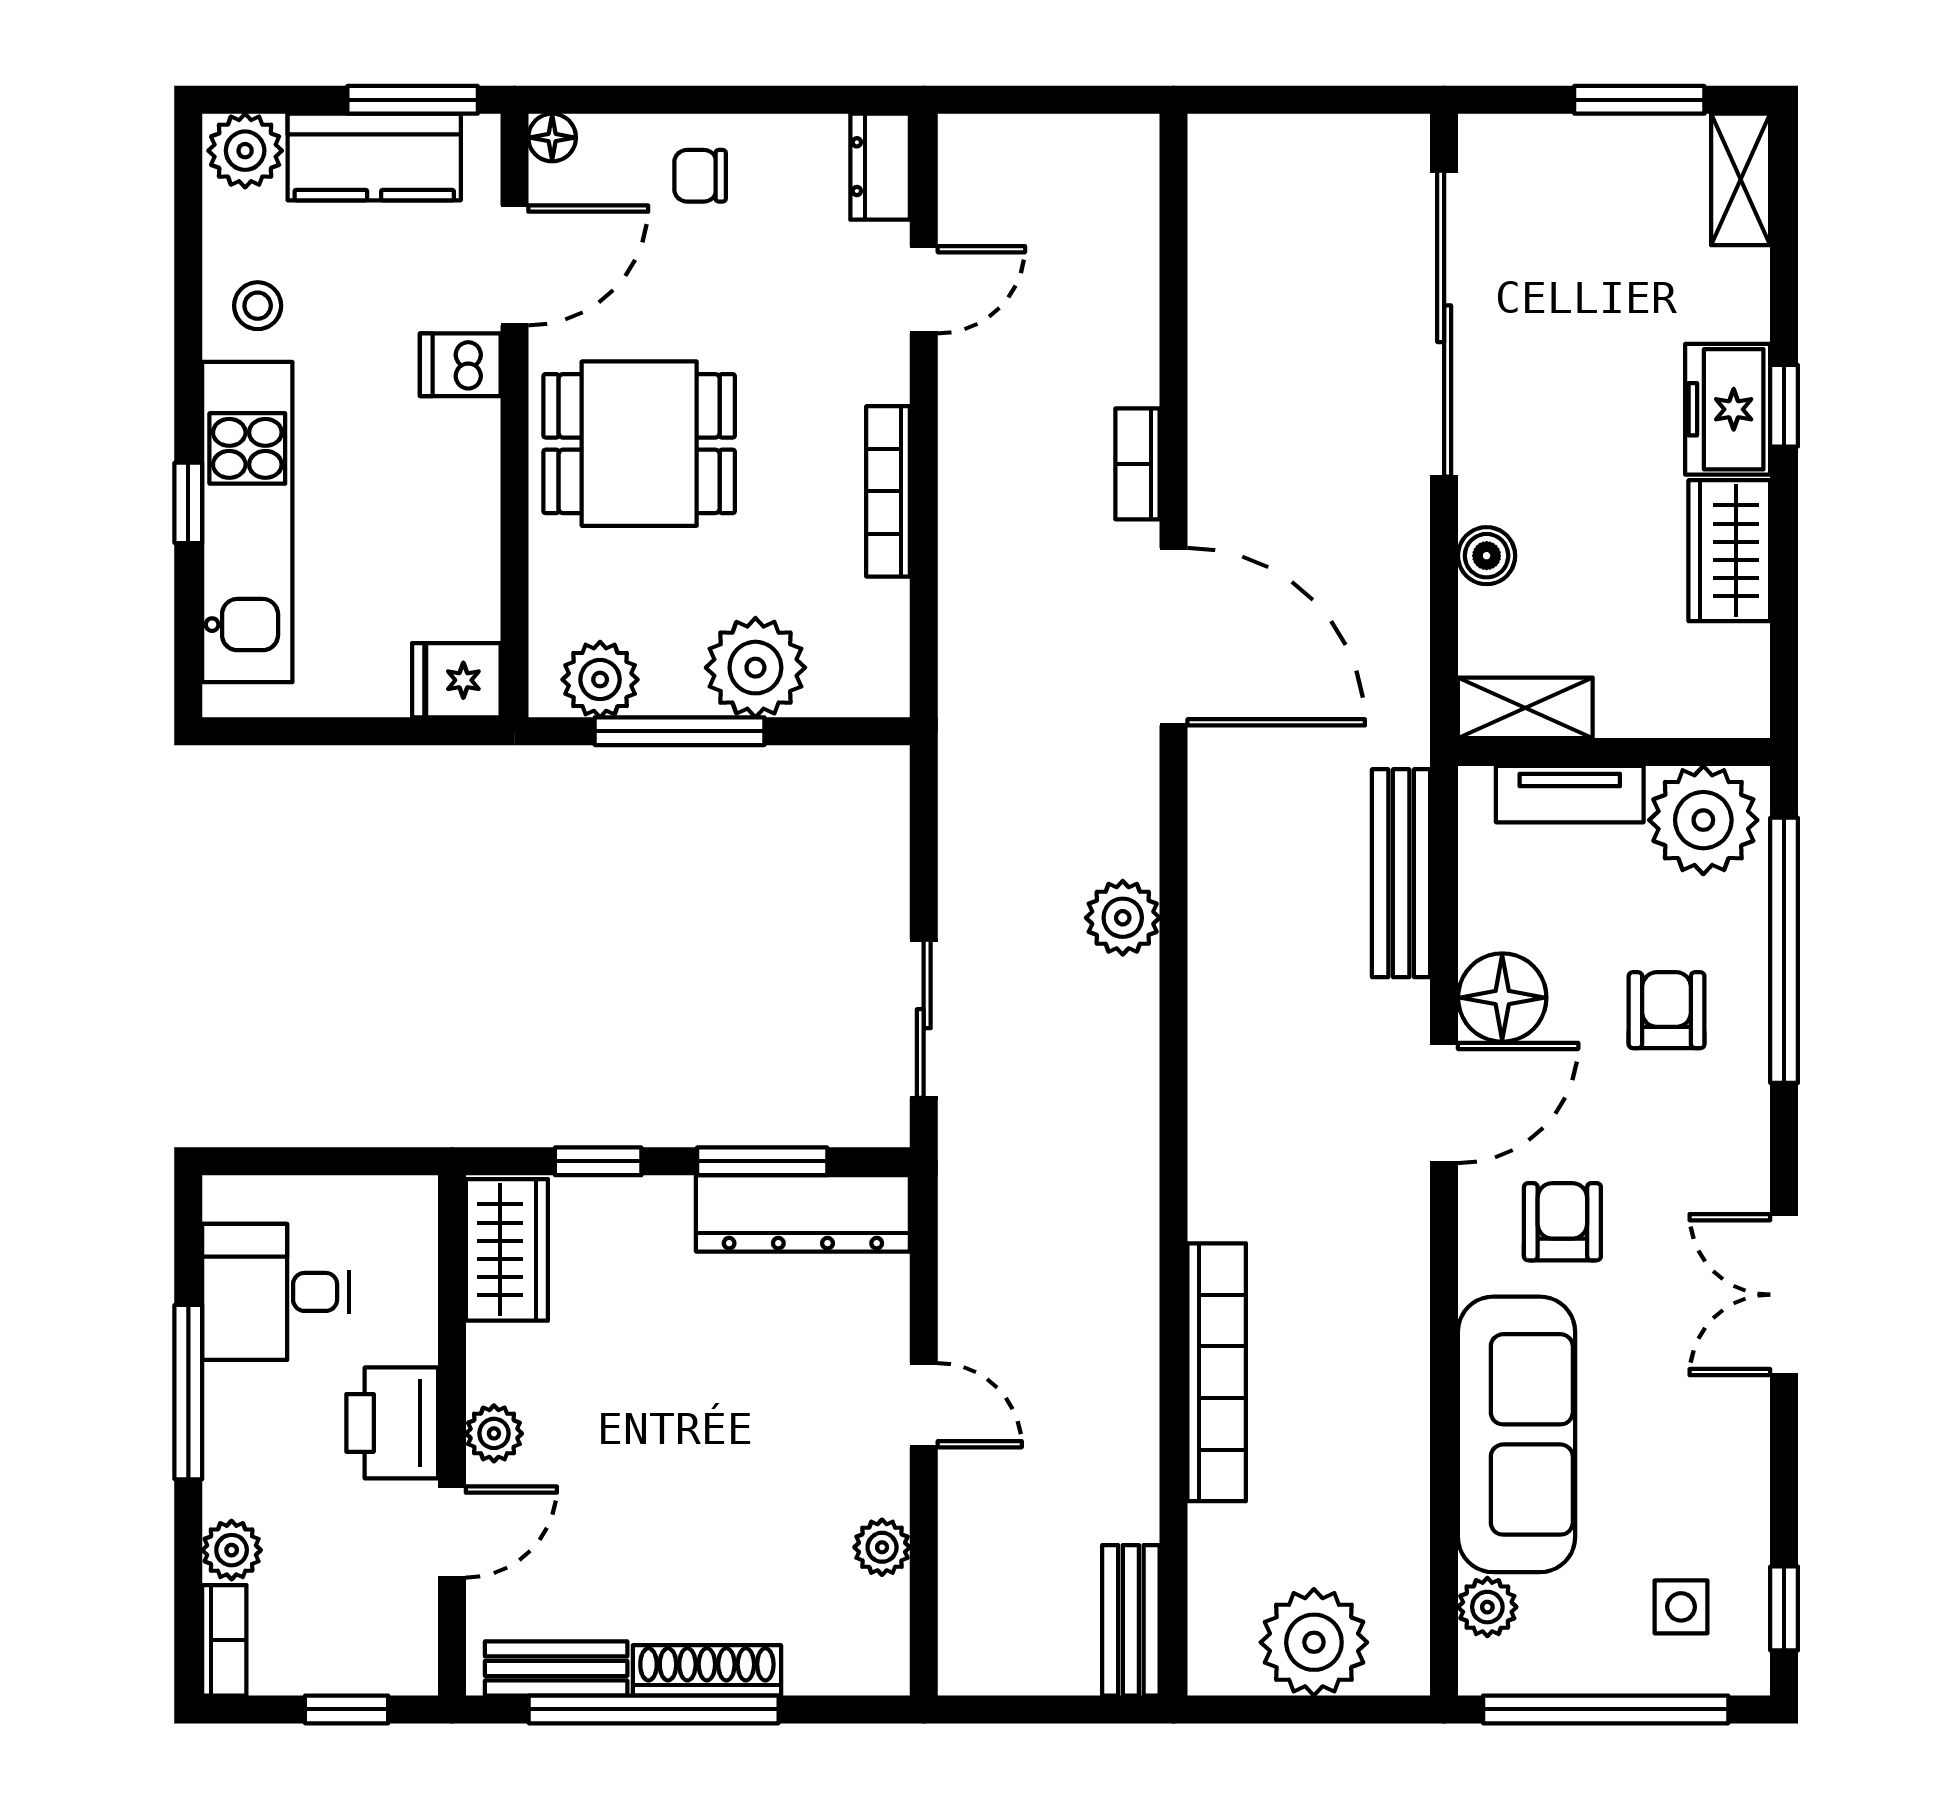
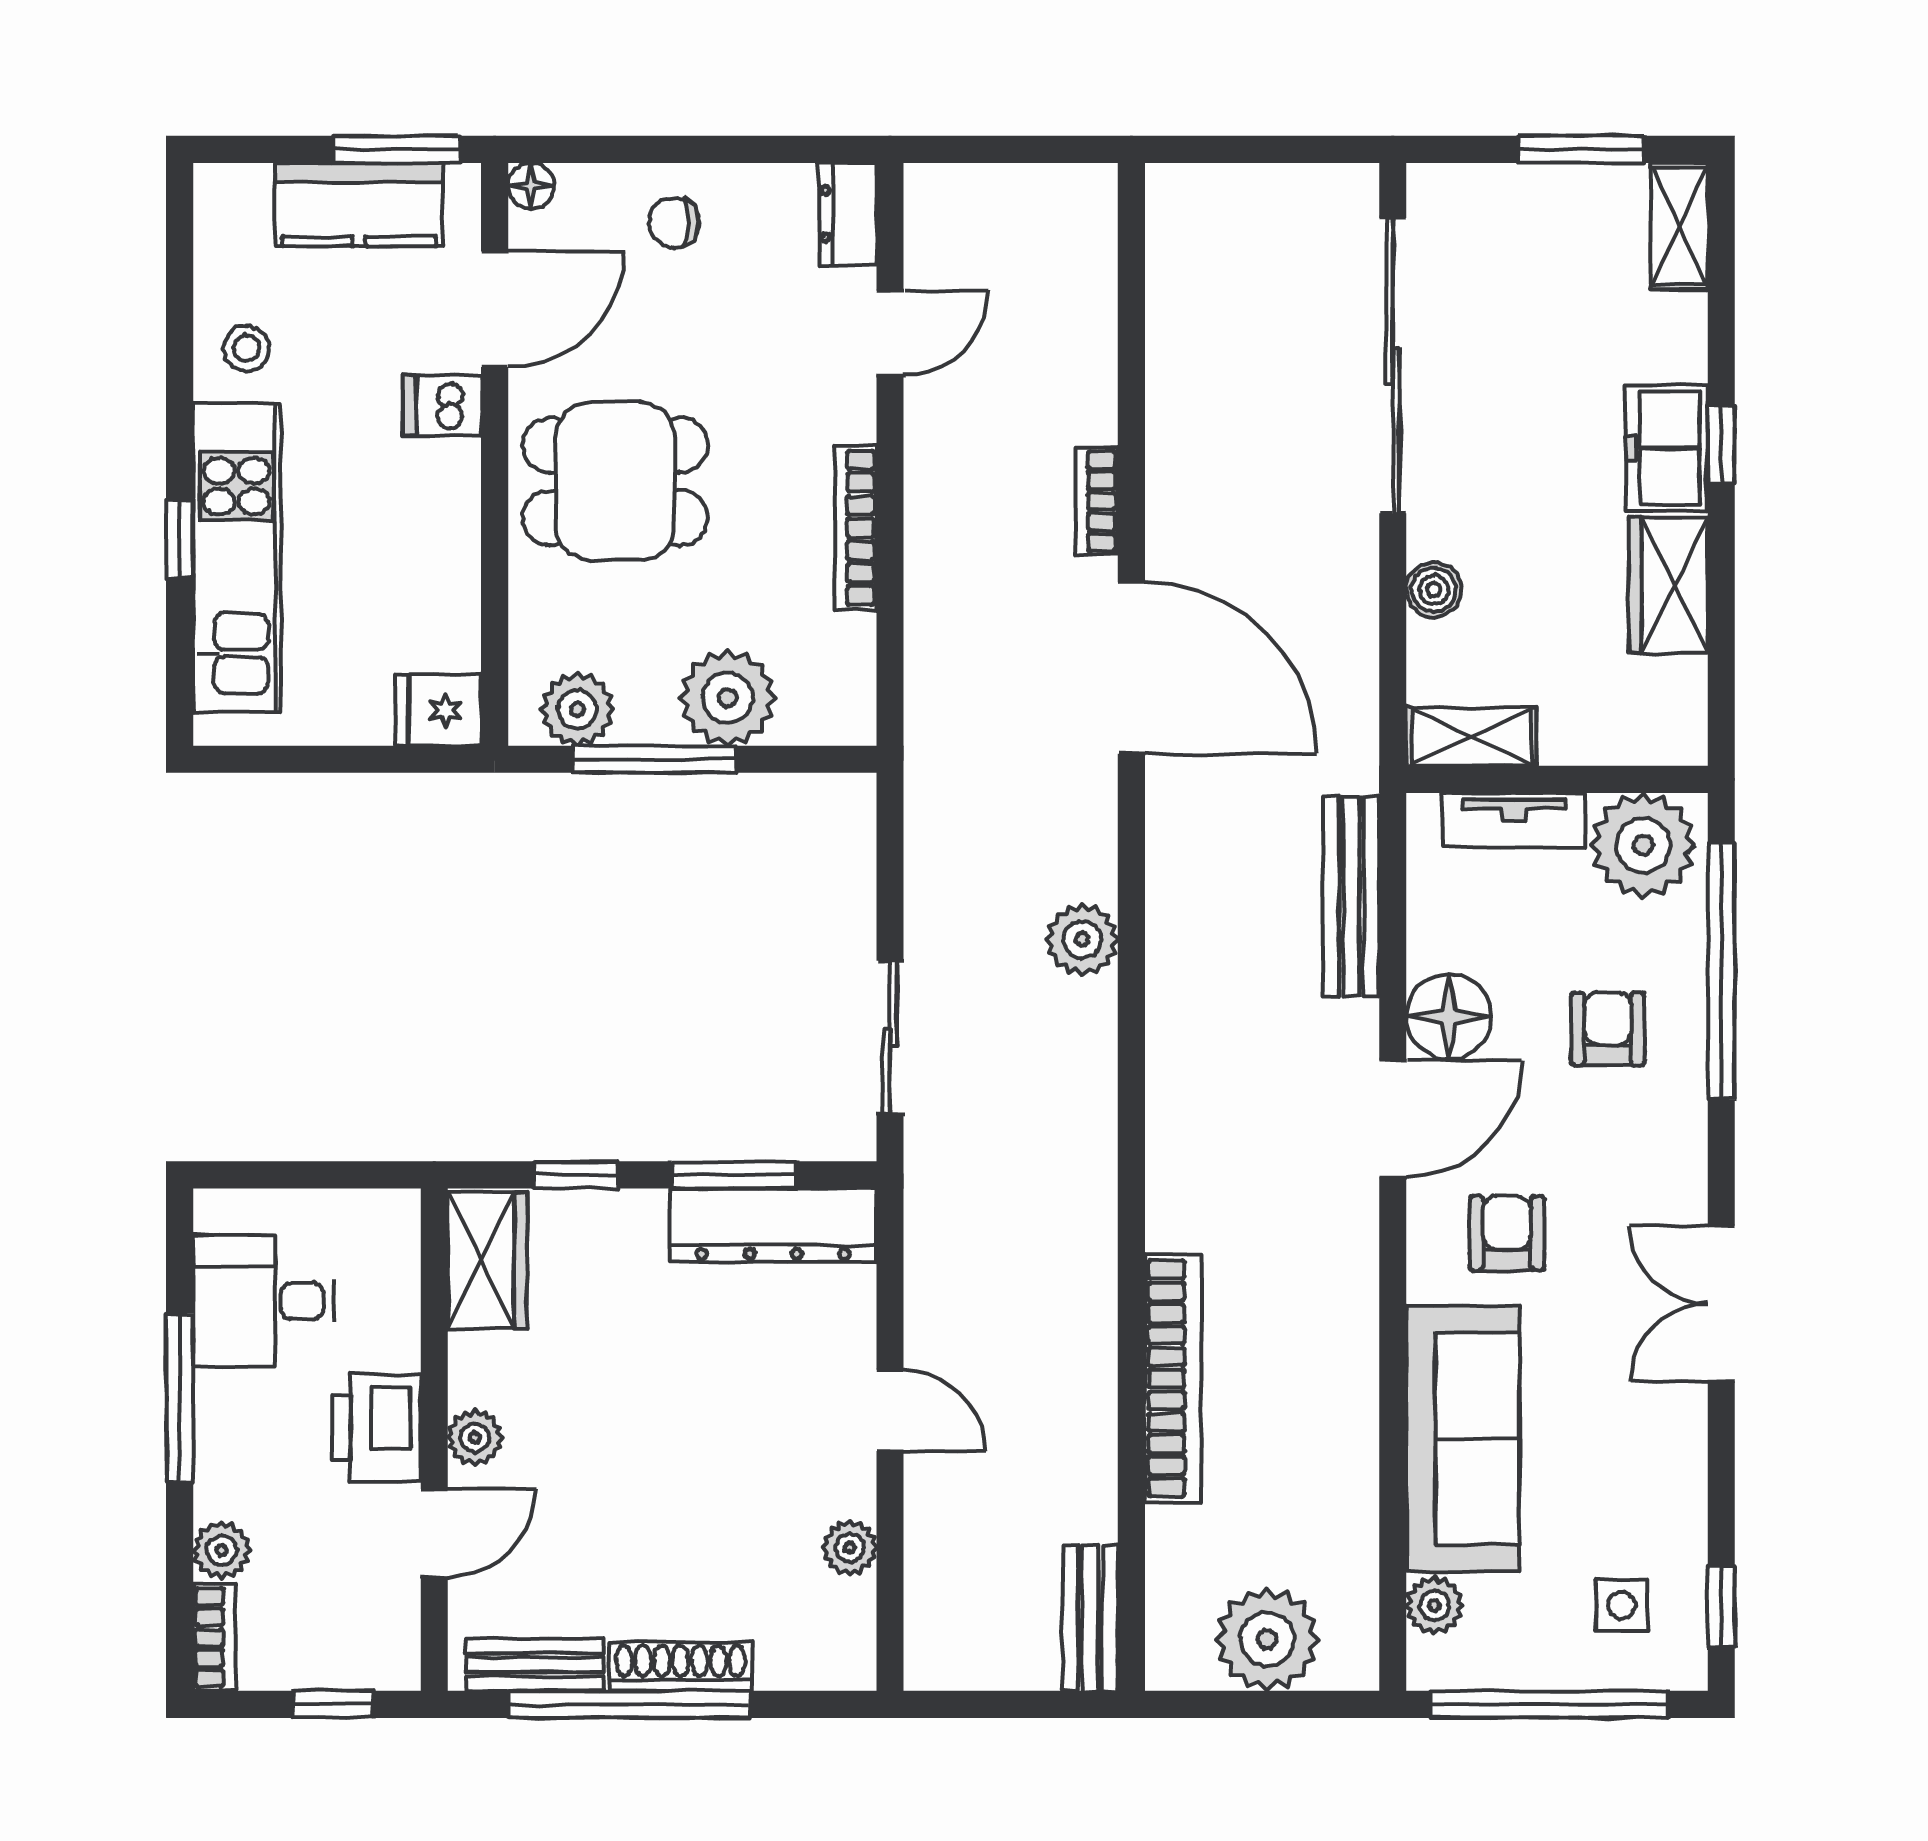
plant: (245, 151) -> (234, 198), removed

